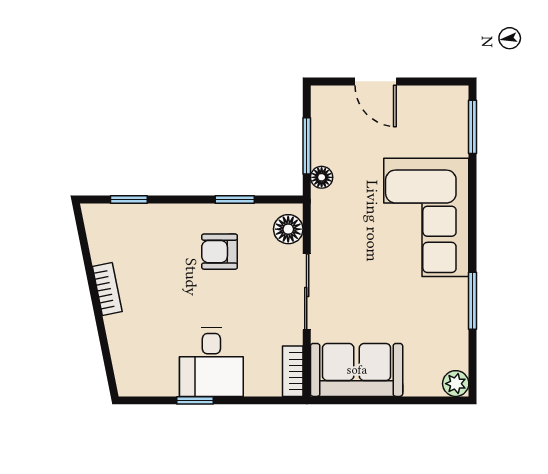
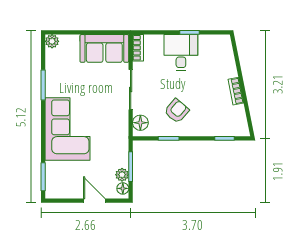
plant: (323, 131) -> (122, 175), added
floor lamp: (322, 177) -> (123, 188), moved
armchair: (220, 252) -> (177, 111), turned -49

